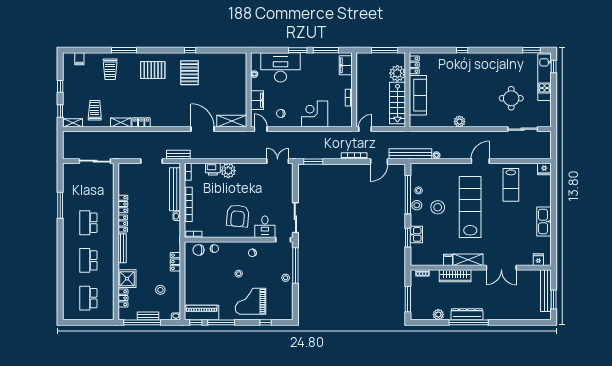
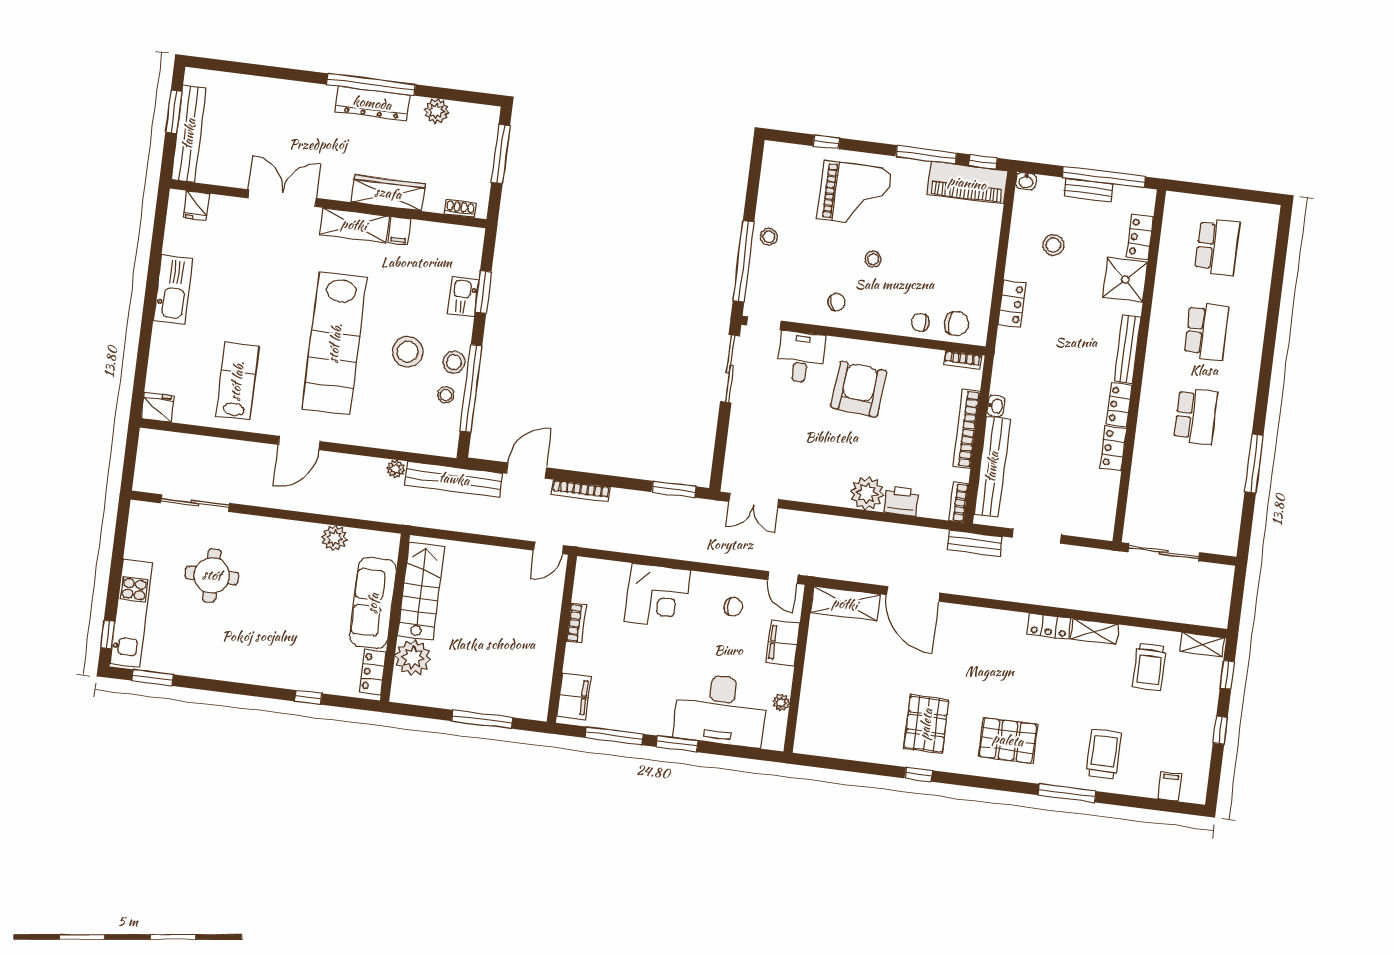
locker: (414, 65) -> (373, 672), moved
plant: (397, 73) -> (413, 658), moved
wall: (407, 90) -> (395, 618), moved
sofa: (418, 95) -> (373, 603), moved
stairs: (397, 103) -> (421, 591), moved

